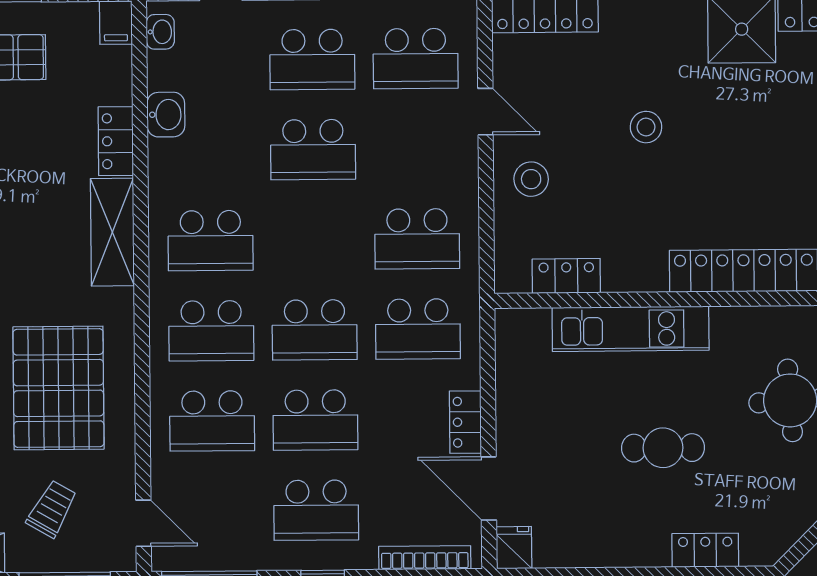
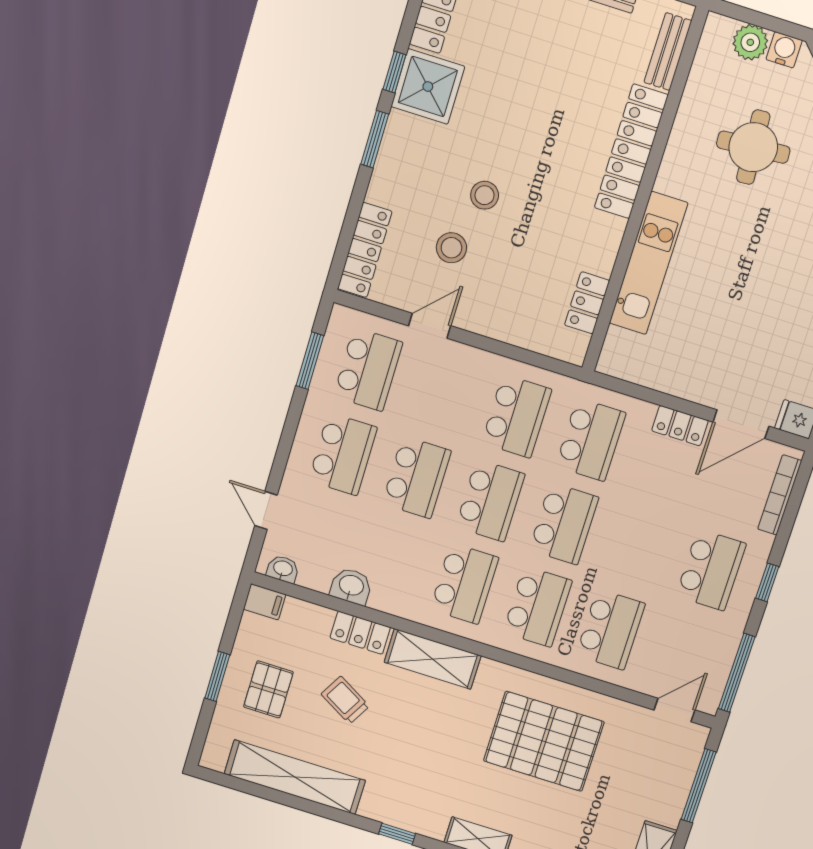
stool: (531, 179) -> (451, 248), moved
school desk: (315, 420) -> (490, 501), moved
cafe table: (663, 448) -> (757, 268), removed
trolley: (52, 509) -> (345, 700), moved

